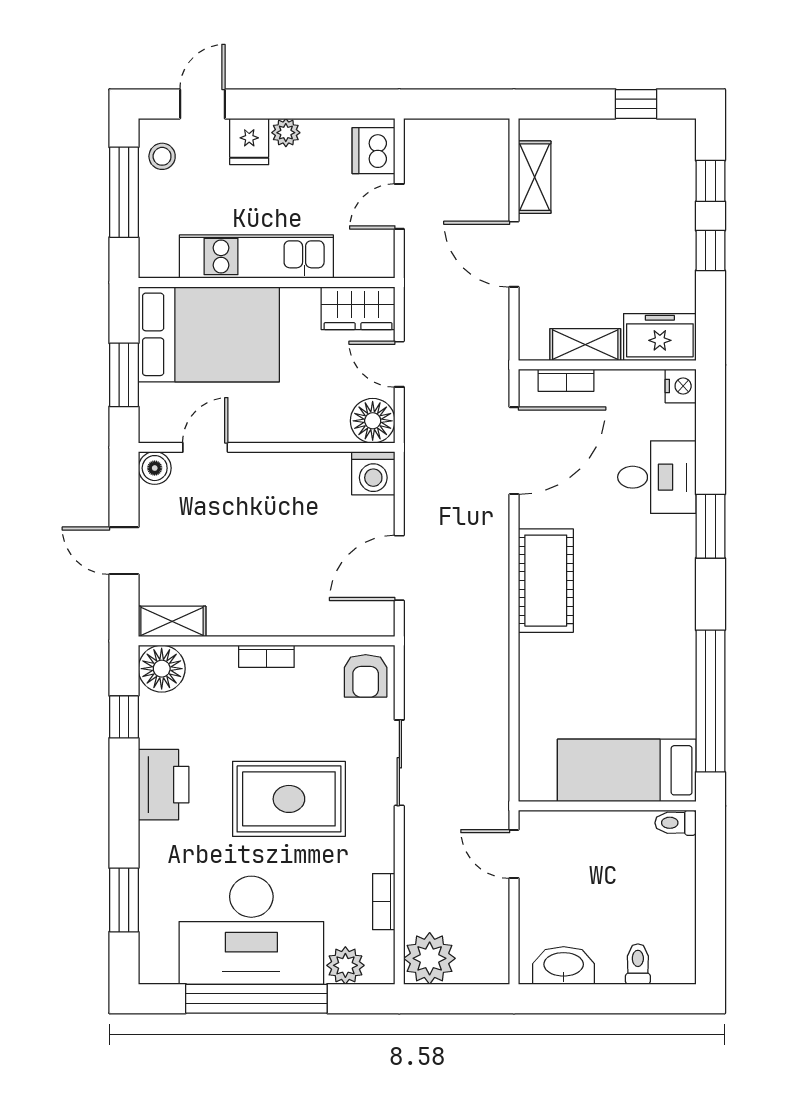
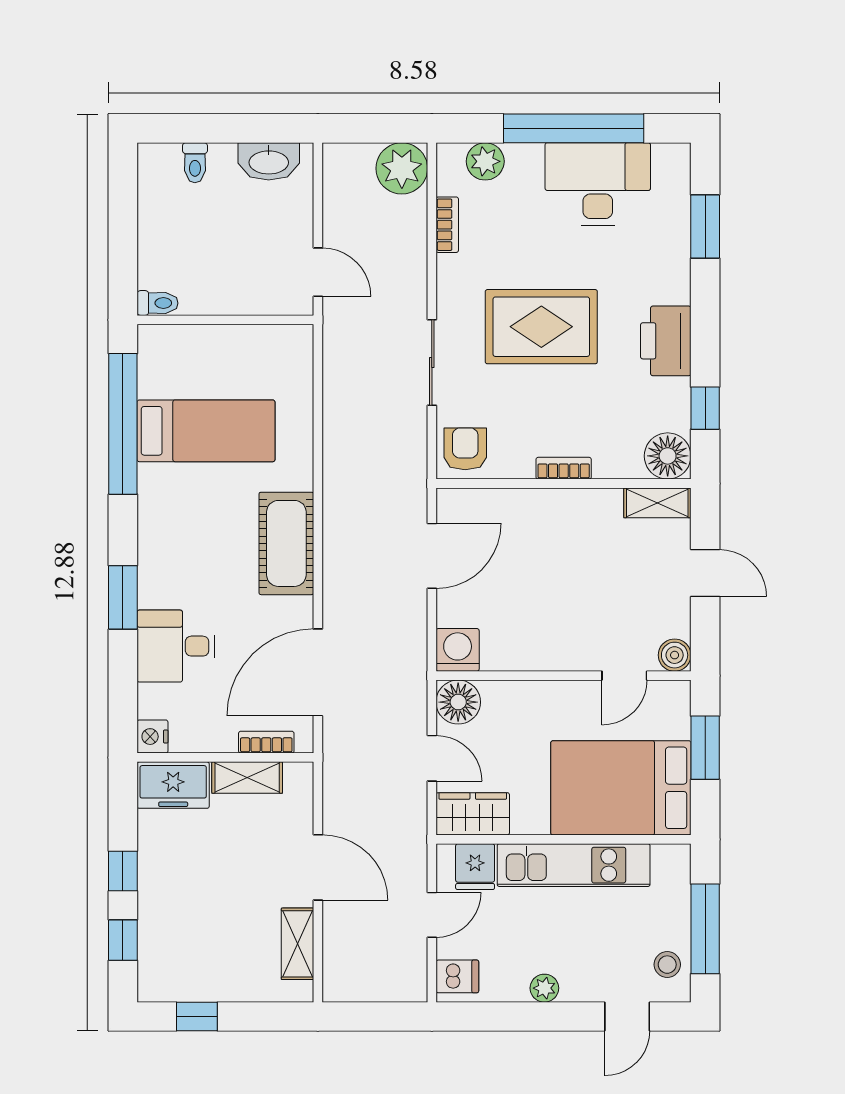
fridge: (249, 142) -> (475, 867), moved, turned 180
dishwasher: (374, 151) -> (457, 976), width x0.73
bed: (627, 770) -> (206, 431), moved
desk: (251, 930) -> (598, 184), width x0.73, depth x0.77

